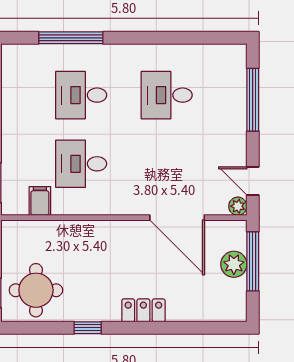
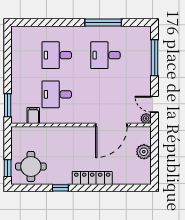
window: (71, 38) -> (103, 23), moved
door: (177, 218) -> (111, 125), hinge flipped
window: (253, 261) -> (155, 150), removed
locker: (143, 310) -> (92, 178), width x1.53

